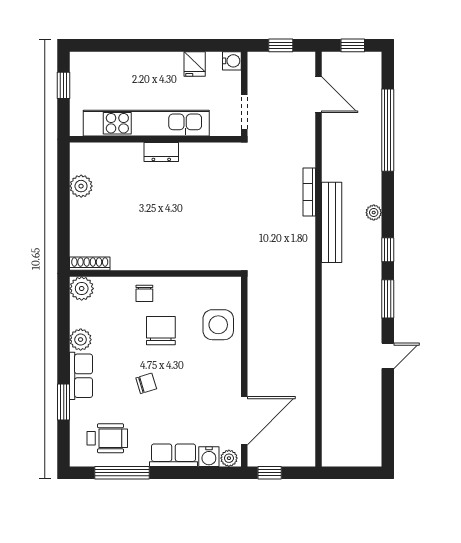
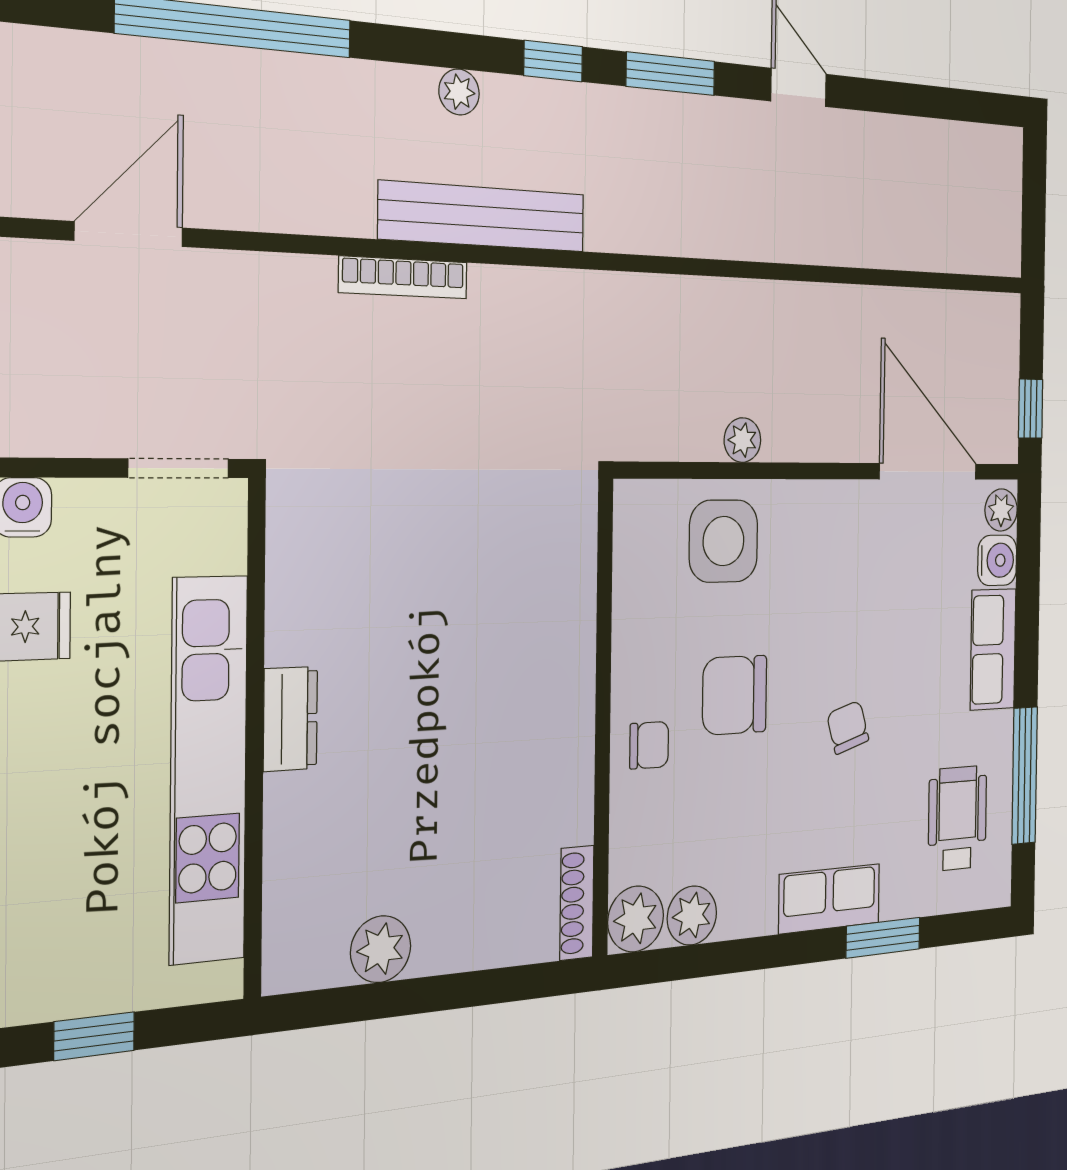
plant: (256, 333) -> (742, 440), added
plant: (81, 340) -> (692, 915), moved

